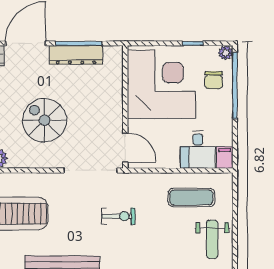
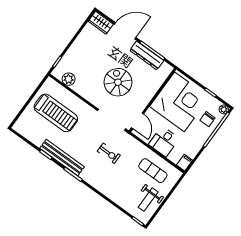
spiral stairs: (45, 120) -> (118, 82), moved
desk: (198, 150) -> (164, 141), moved

